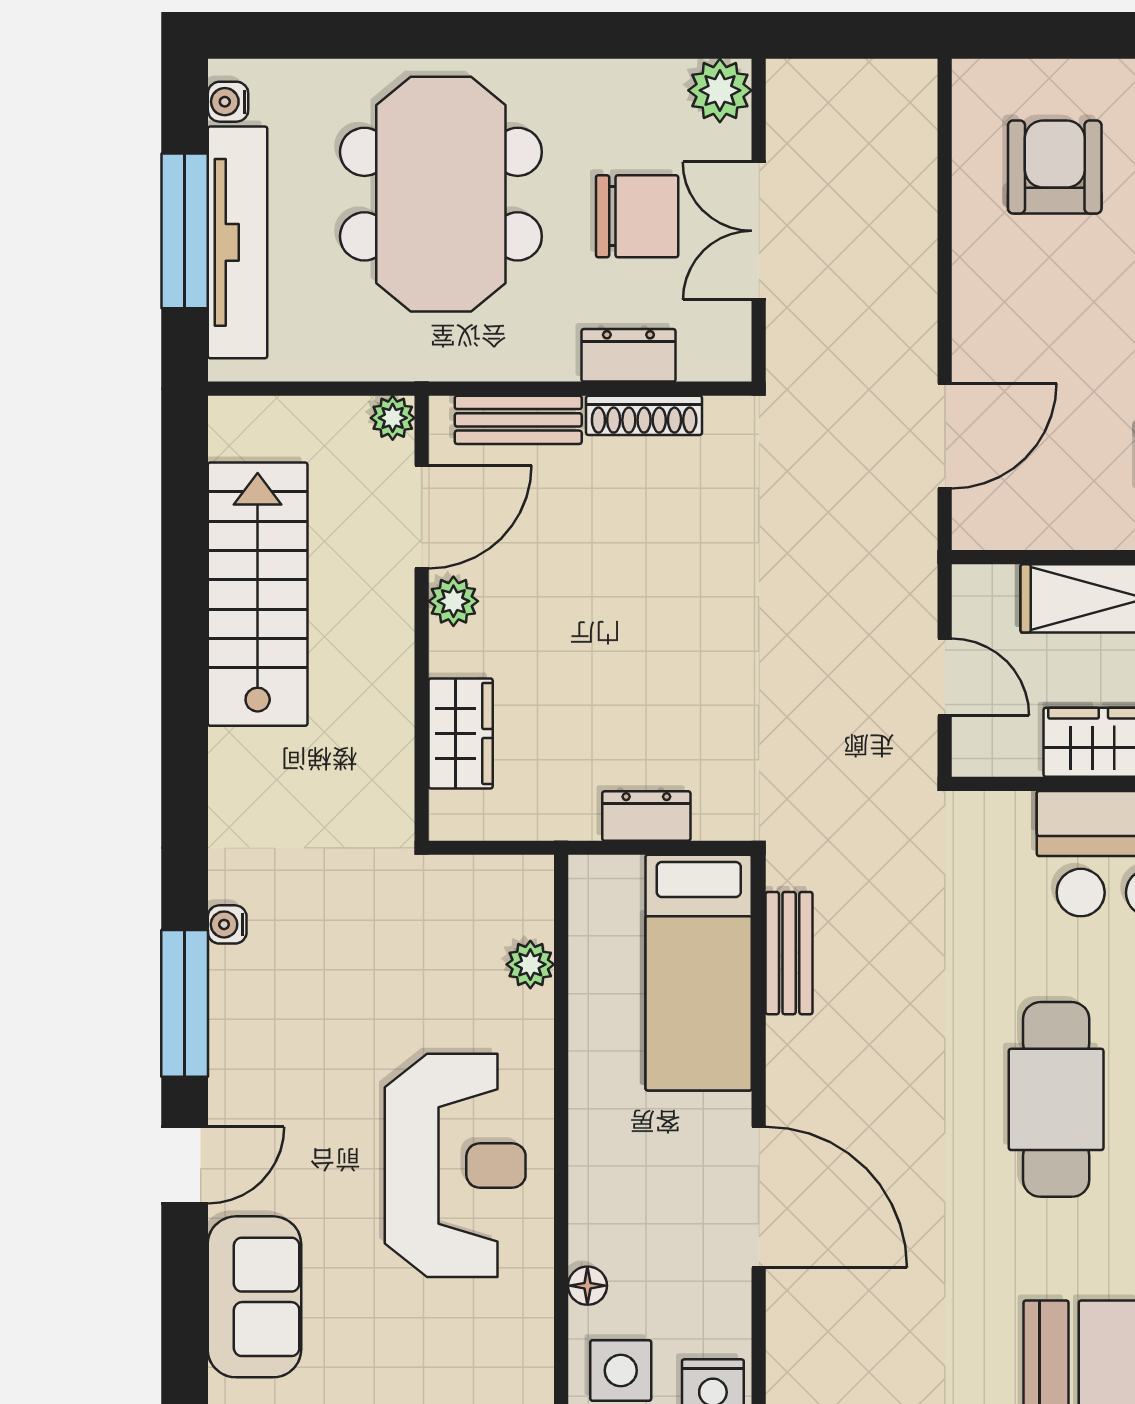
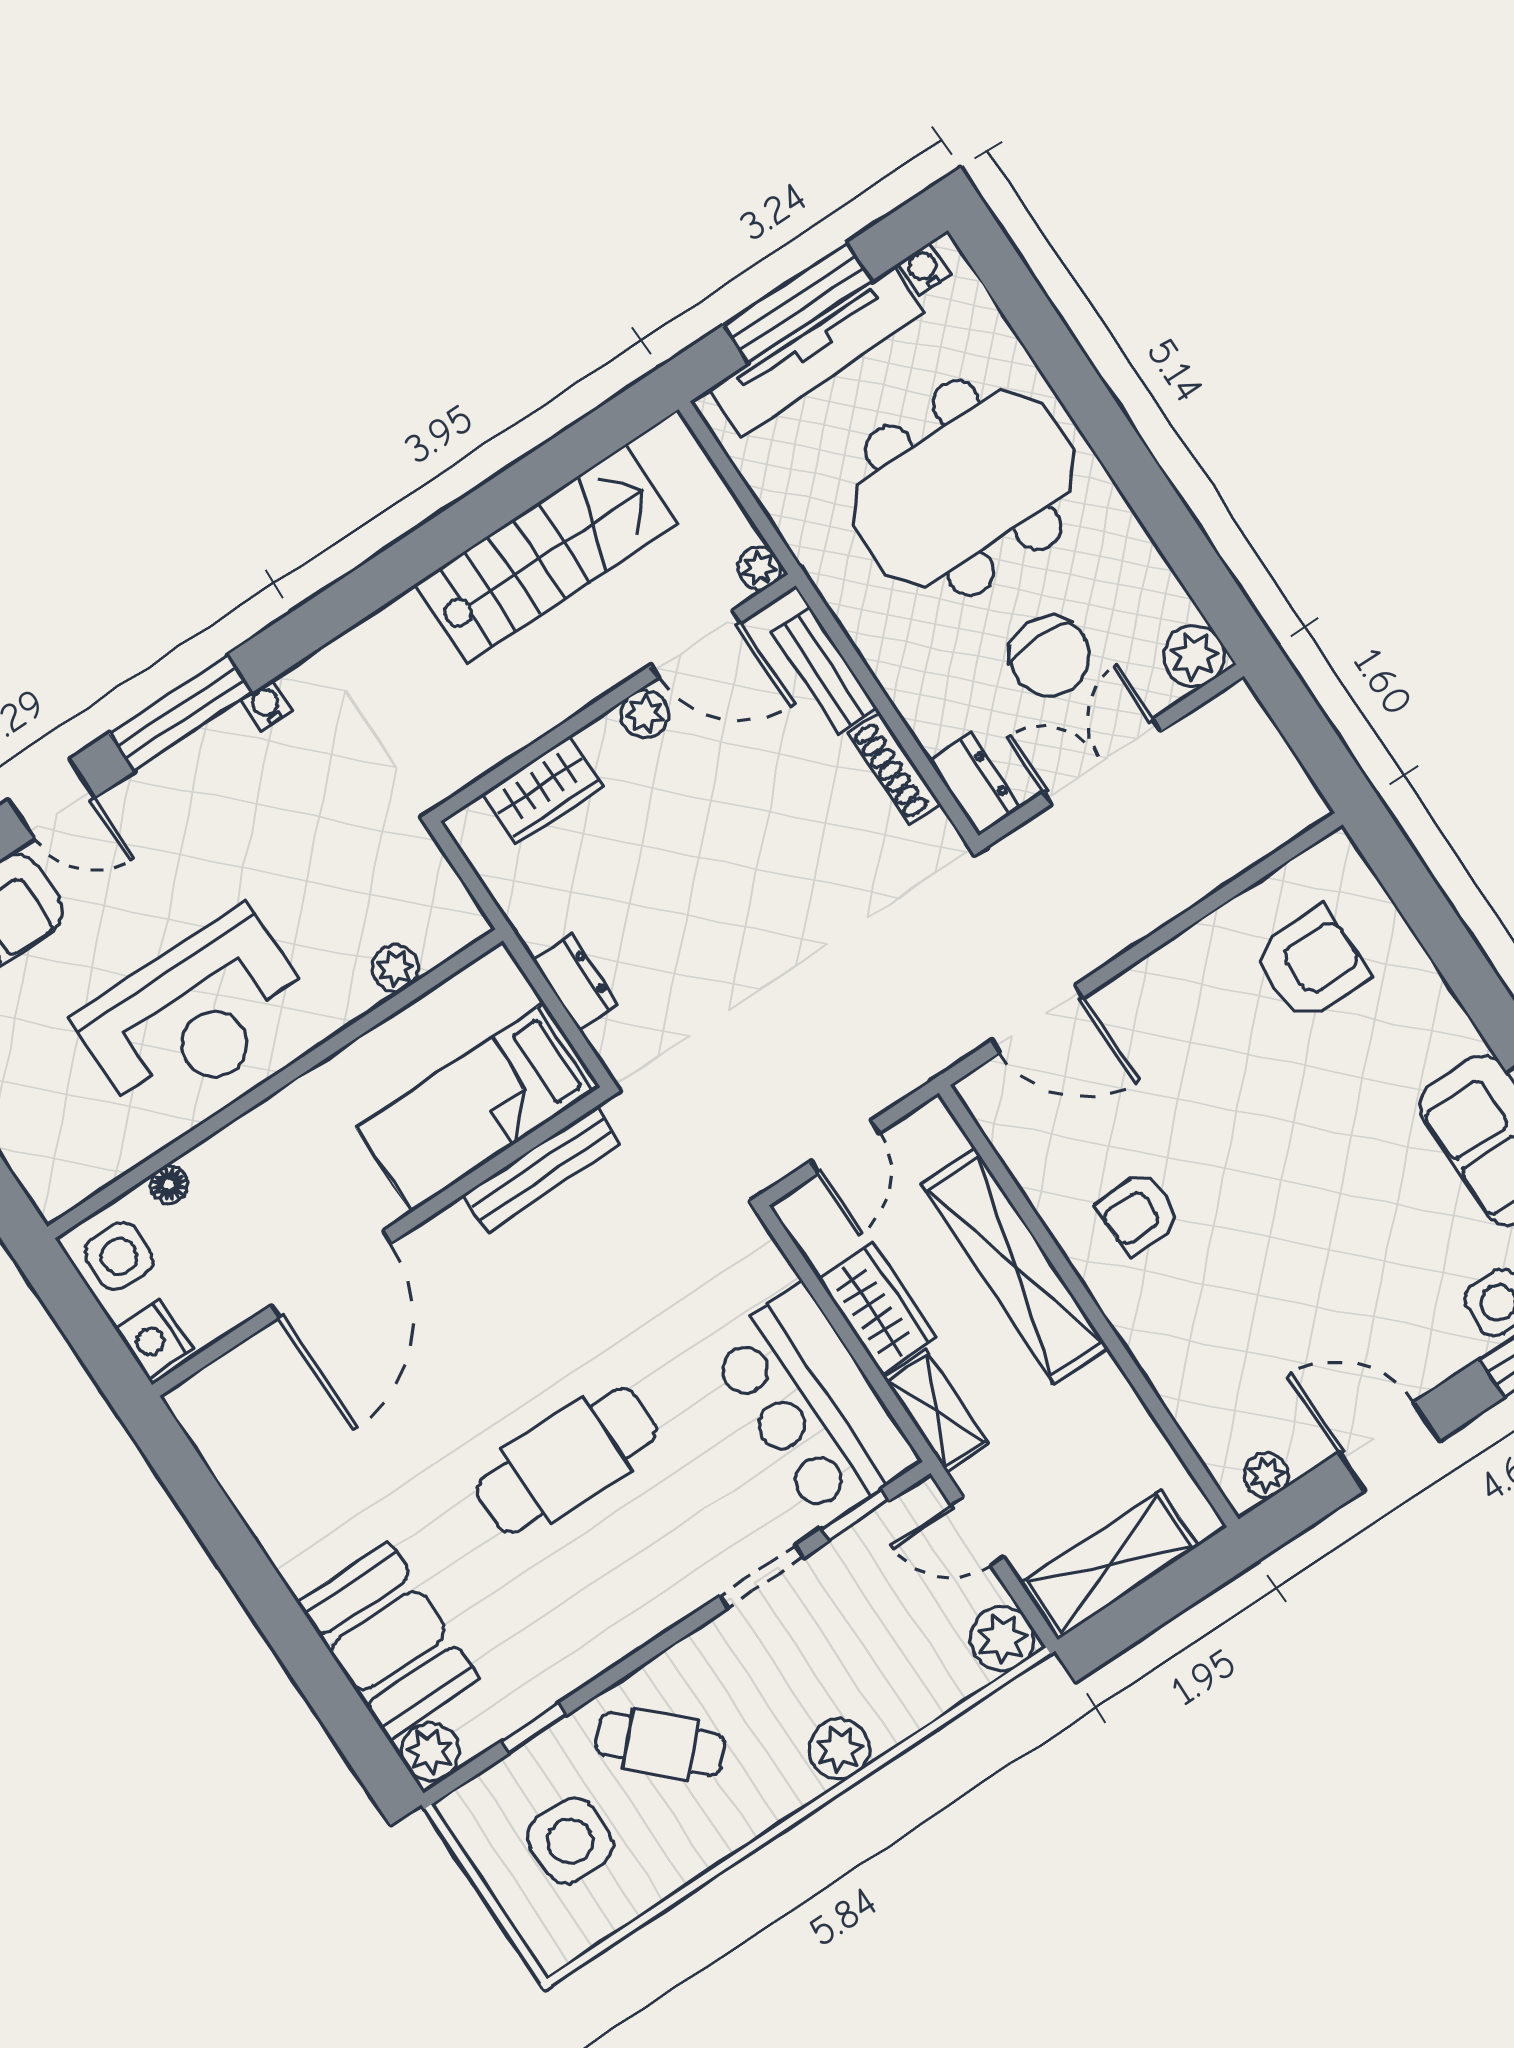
dresser: (628, 355) -> (975, 784), moved
bench: (789, 953) -> (542, 1169), width x1.36

